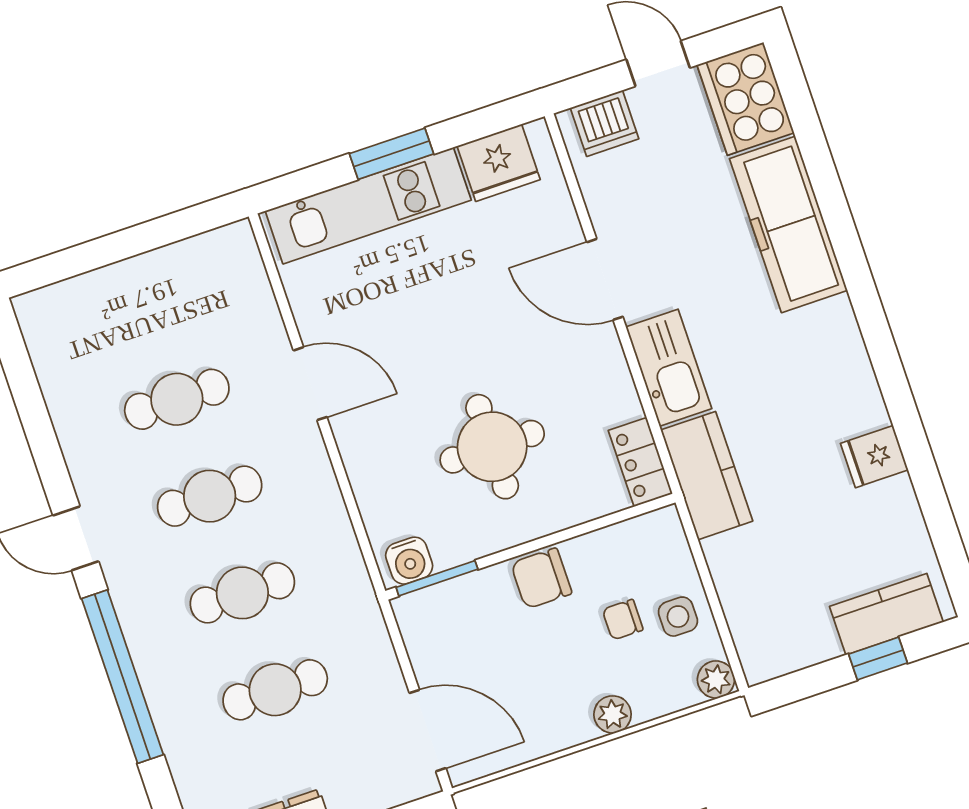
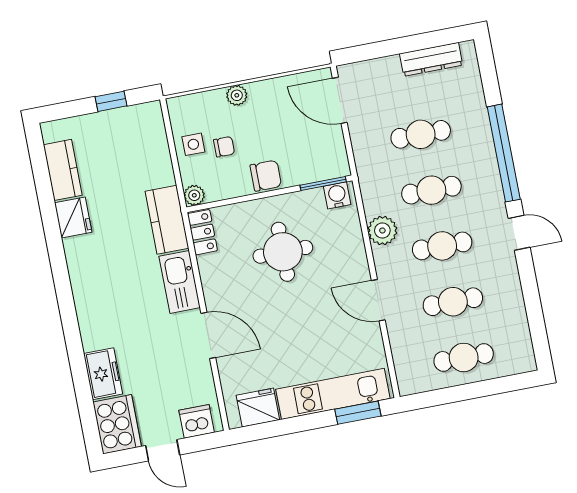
window: (392, 154) -> (358, 413), moved
freezer: (788, 225) -> (103, 374), width x0.52, depth x0.79
cafe table: (144, 302) -> (464, 357), added
fridge: (874, 457) -> (73, 218), width x1.38
plant: (320, 509) -> (382, 230), added
kitchen counter: (886, 614) -> (63, 170), moved, turned -90
window: (878, 659) -> (111, 101), moved
plant: (716, 679) -> (194, 195), moved

